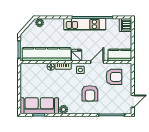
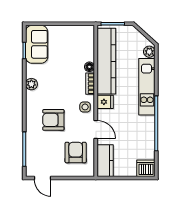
kitchen unit: (85, 24) -> (147, 87), moved
armchair: (114, 77) -> (76, 152), turned 180
sofa: (39, 106) -> (37, 44), width x0.73

